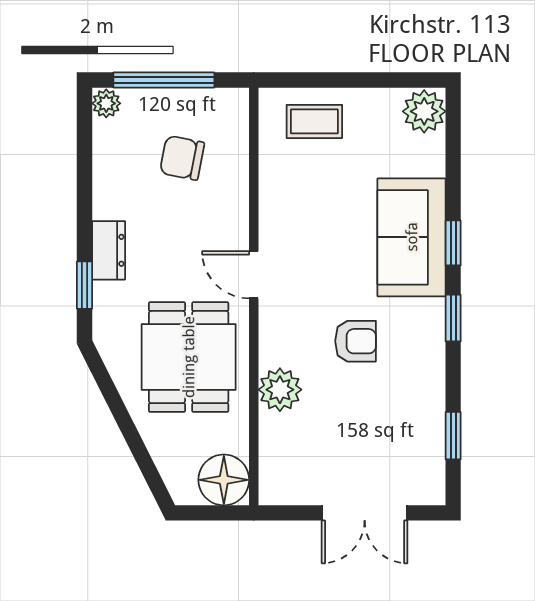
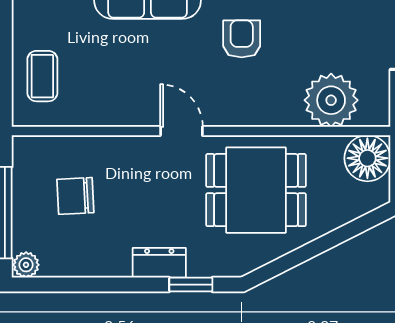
chair: (182, 158) -> (75, 196), turned 76
door: (254, 275) -> (181, 131), swing flipped
plant: (280, 390) -> (331, 100), moved, width x1.36, depth x1.36

